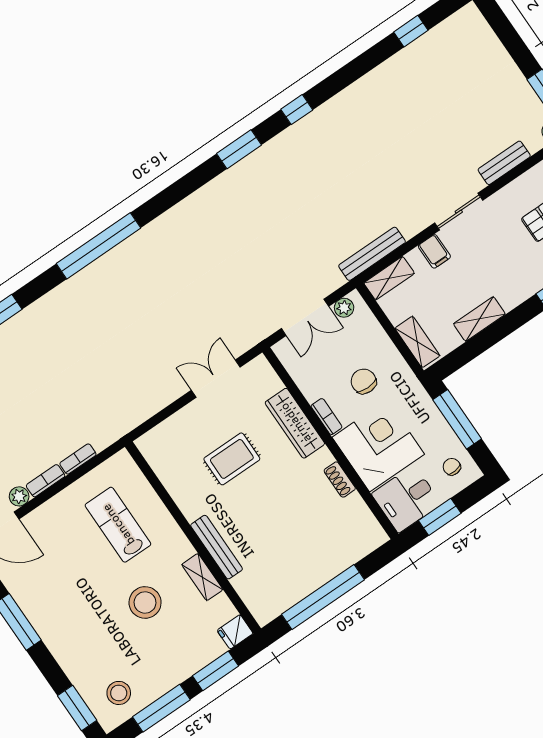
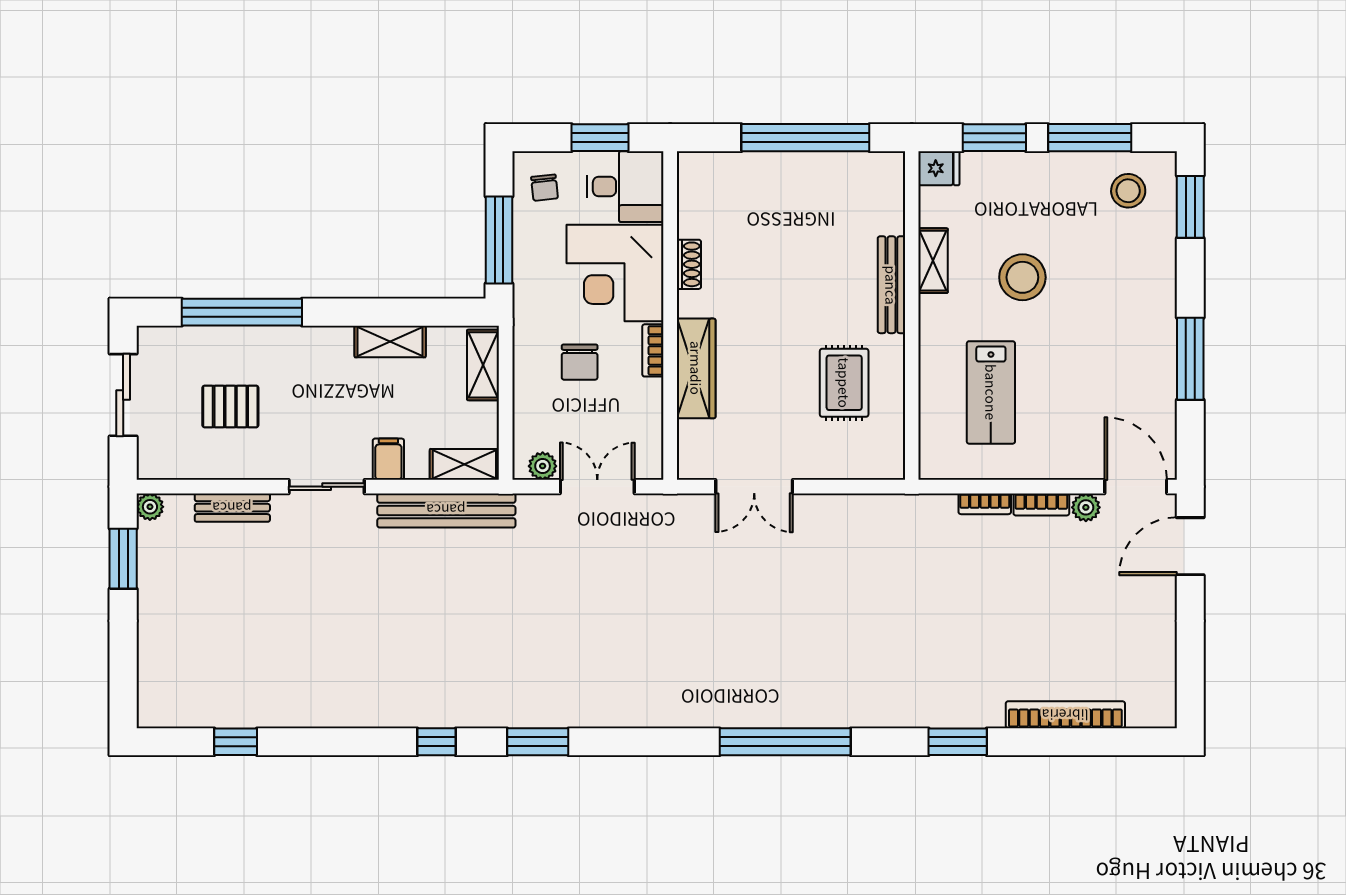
bench: (372, 254) -> (446, 510), width x1.37, depth x1.21
rug: (232, 459) -> (844, 383), moved, turned 90

